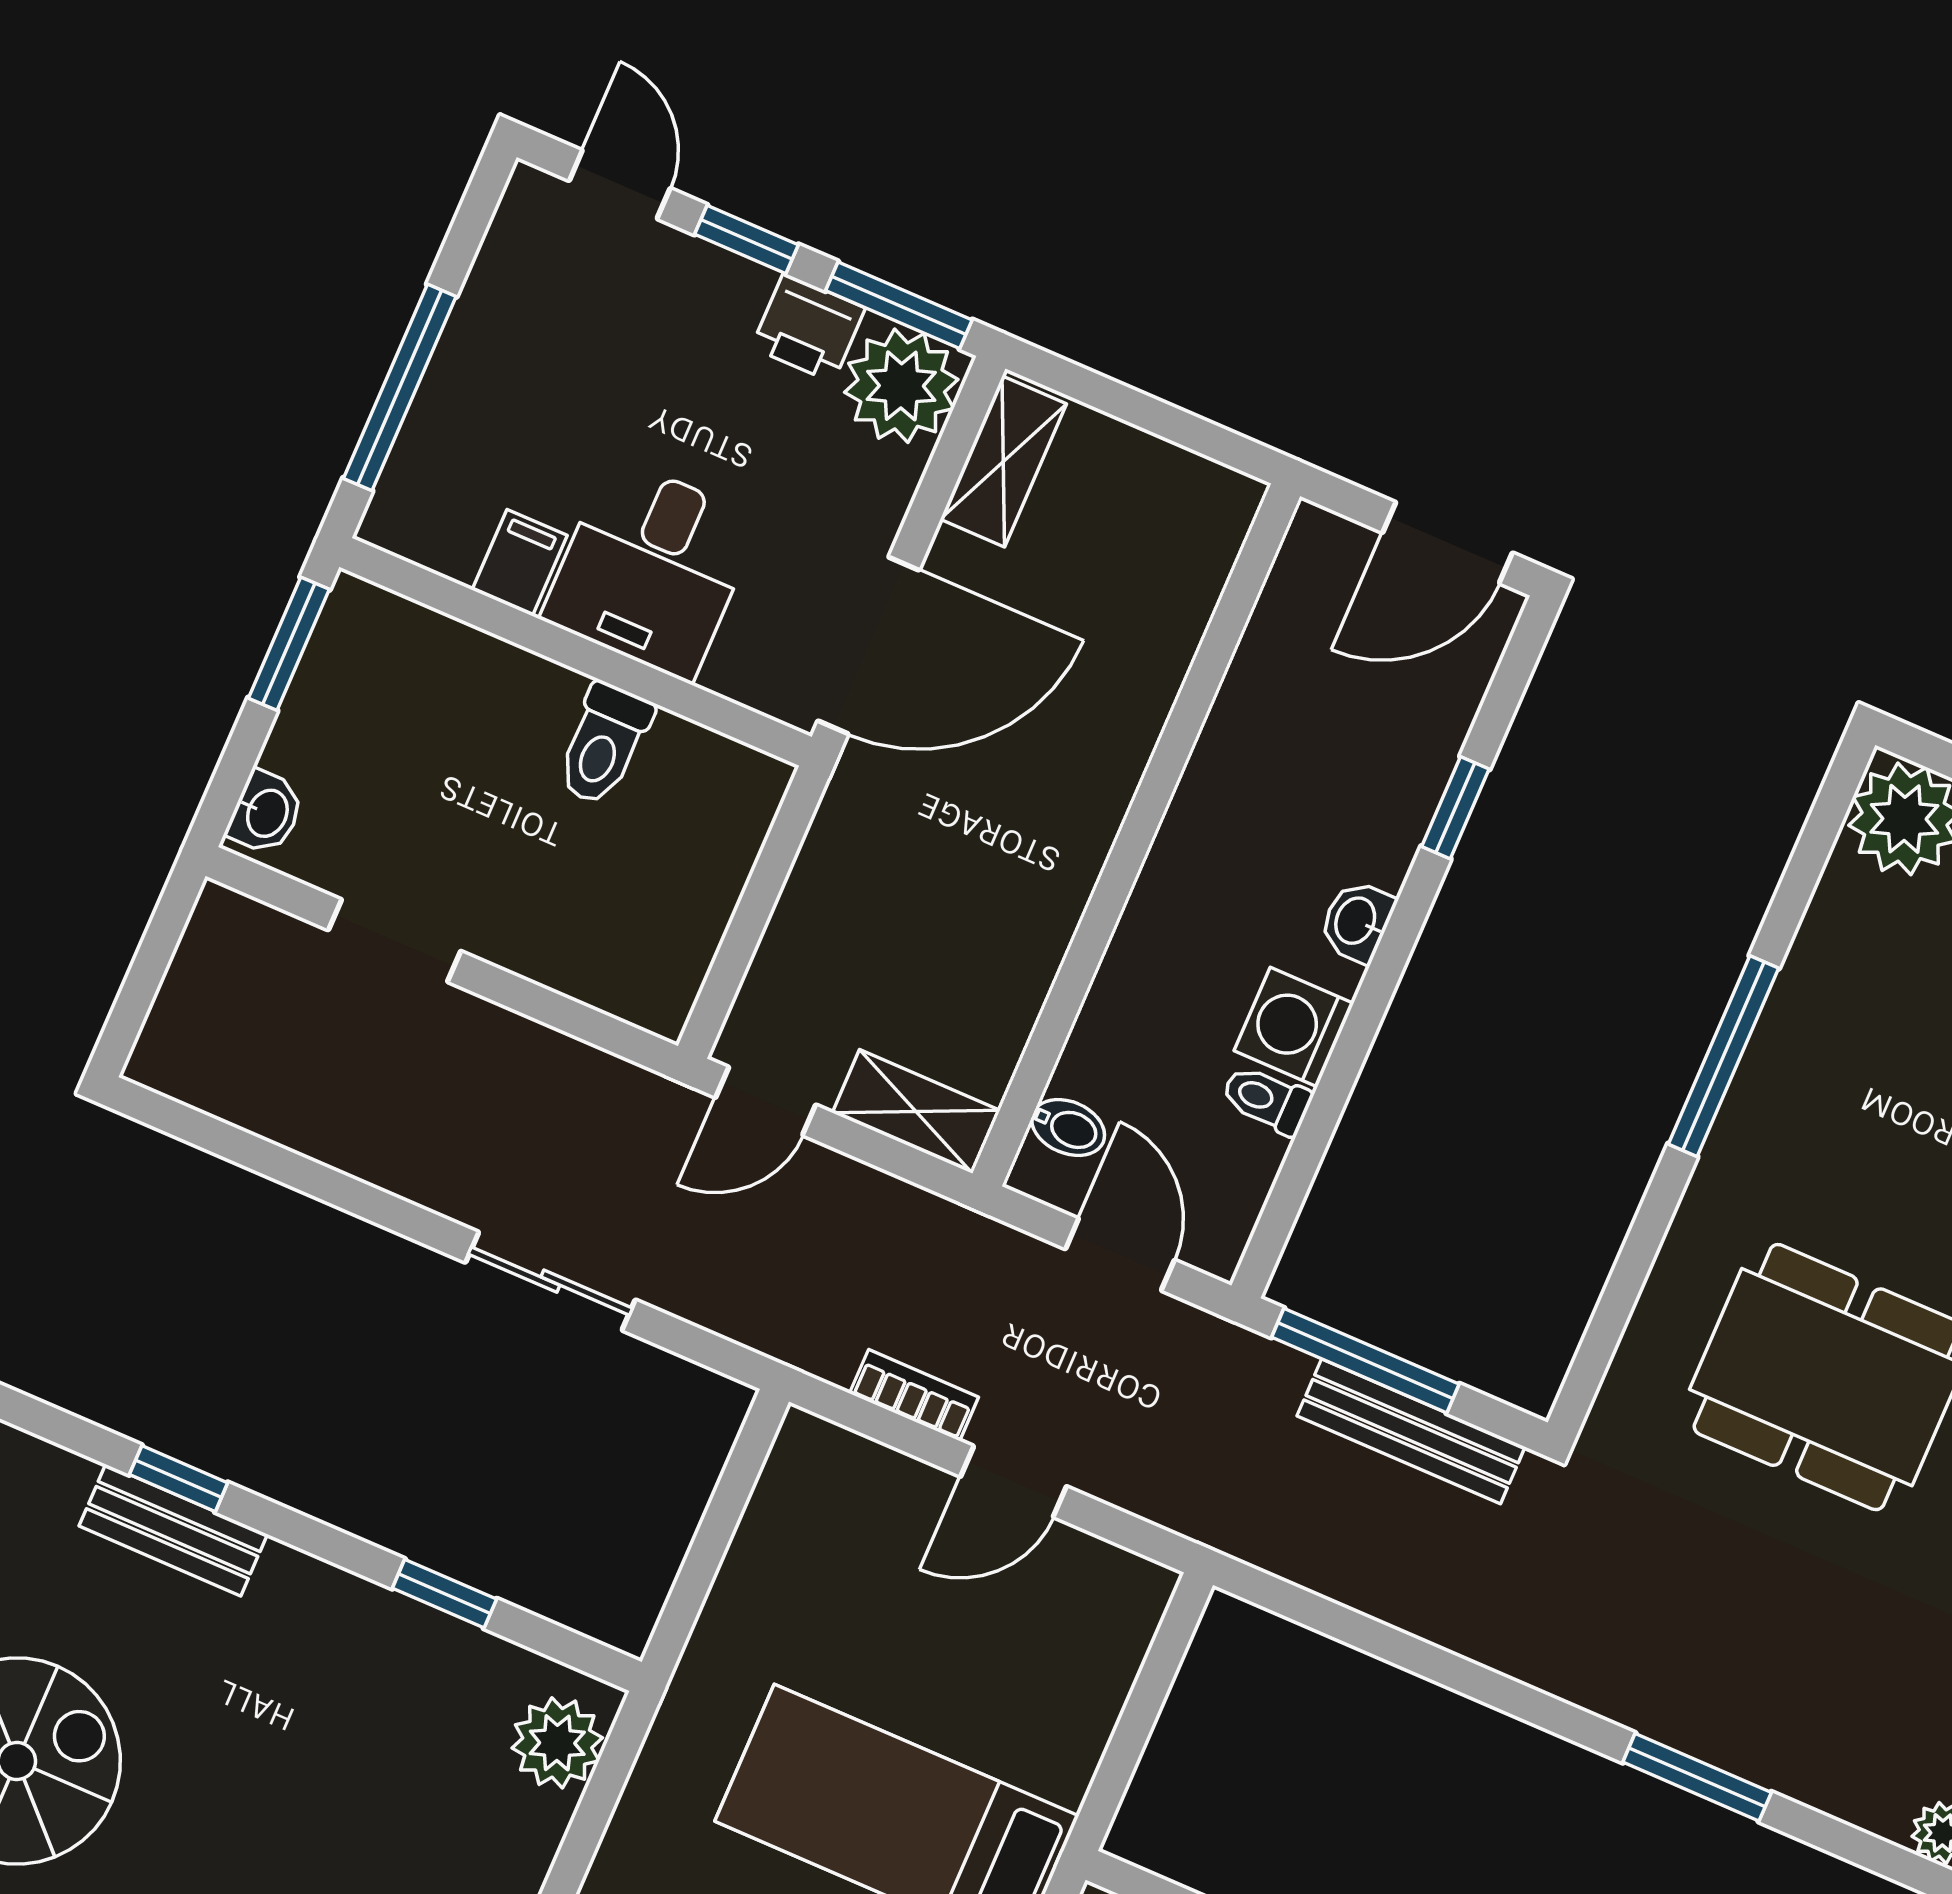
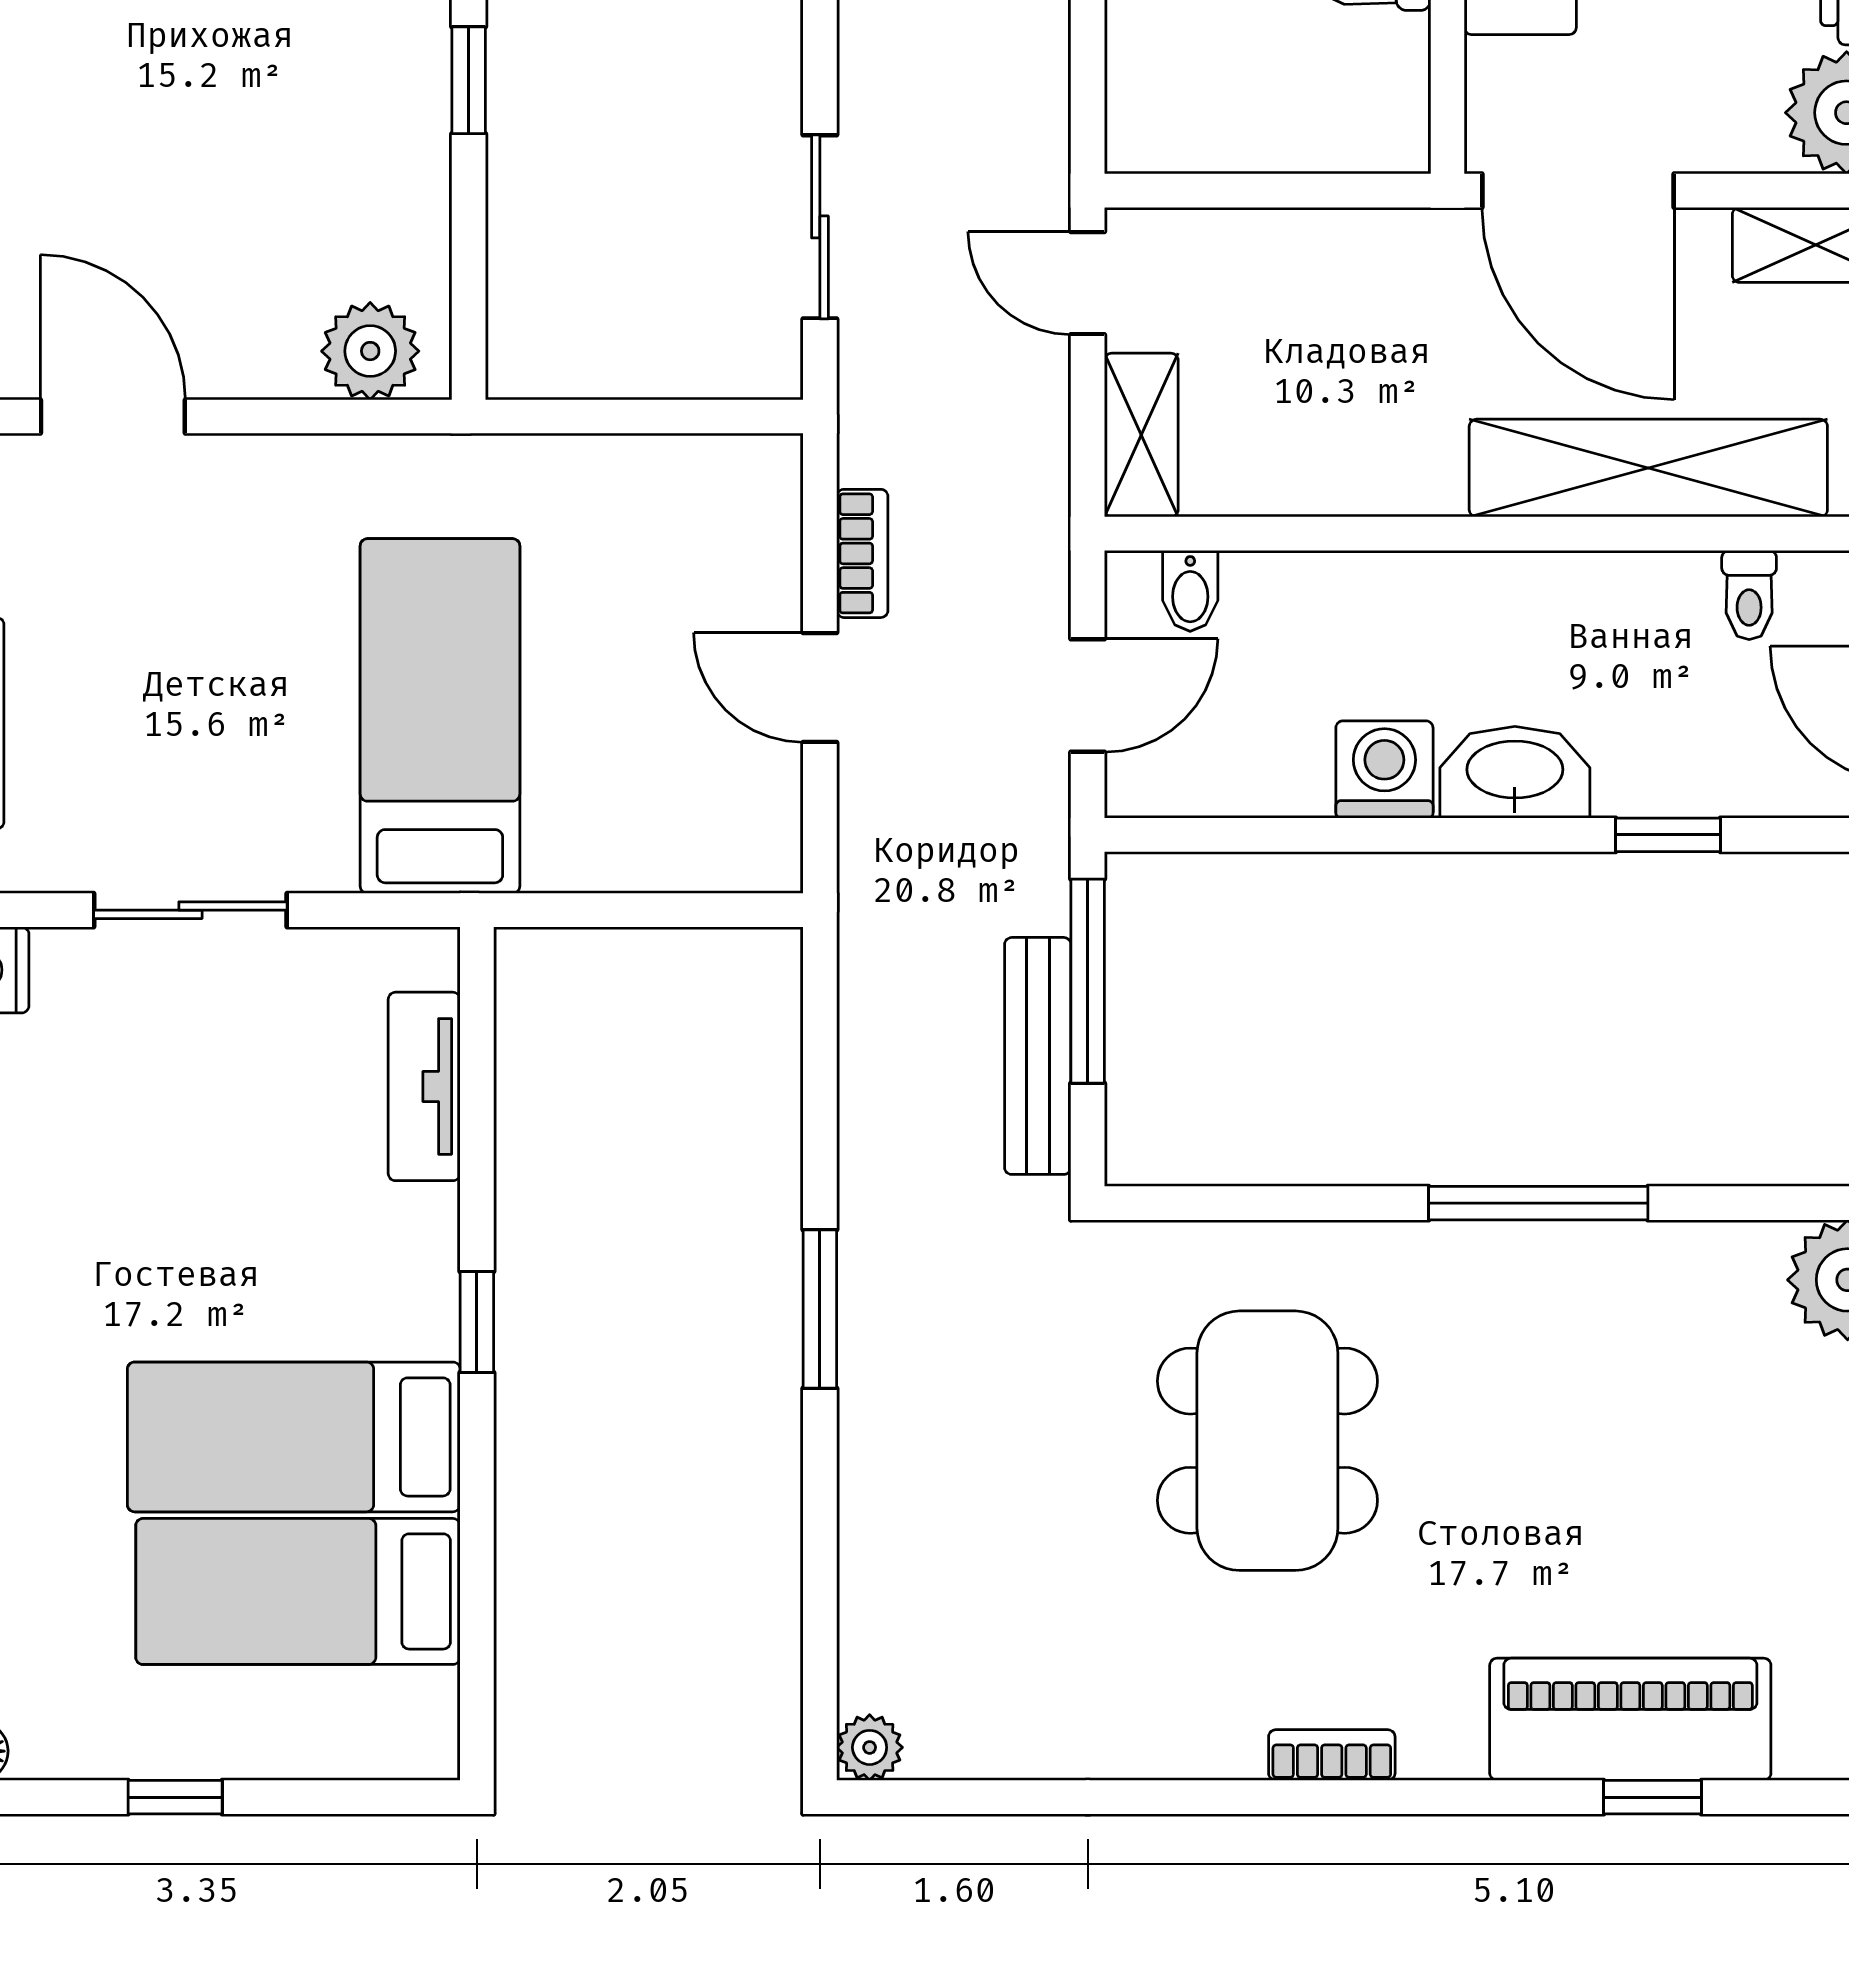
shelving: (1133, 688) -> (1648, 468), added
washbasin: (1357, 921) -> (1515, 772), width x1.91, depth x1.45
toilet: (1267, 1100) -> (1749, 595), moved, turned 180
sliding door: (550, 1281) -> (820, 227), moved
window: (444, 1594) -> (469, 80), moved
window: (1697, 1777) -> (820, 1309), moved

